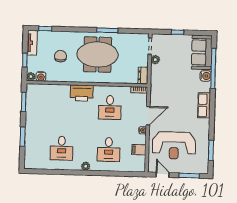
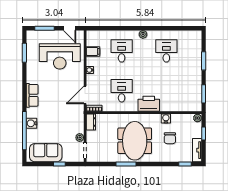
sofa: (202, 53) -> (46, 153), moved, turned -90
meeting table: (98, 55) -> (135, 141), turned 90
water cooler: (41, 76) -> (166, 118), moved
door: (148, 116) -> (85, 95), moved
reception desk: (174, 145) -> (60, 56), turned 180

